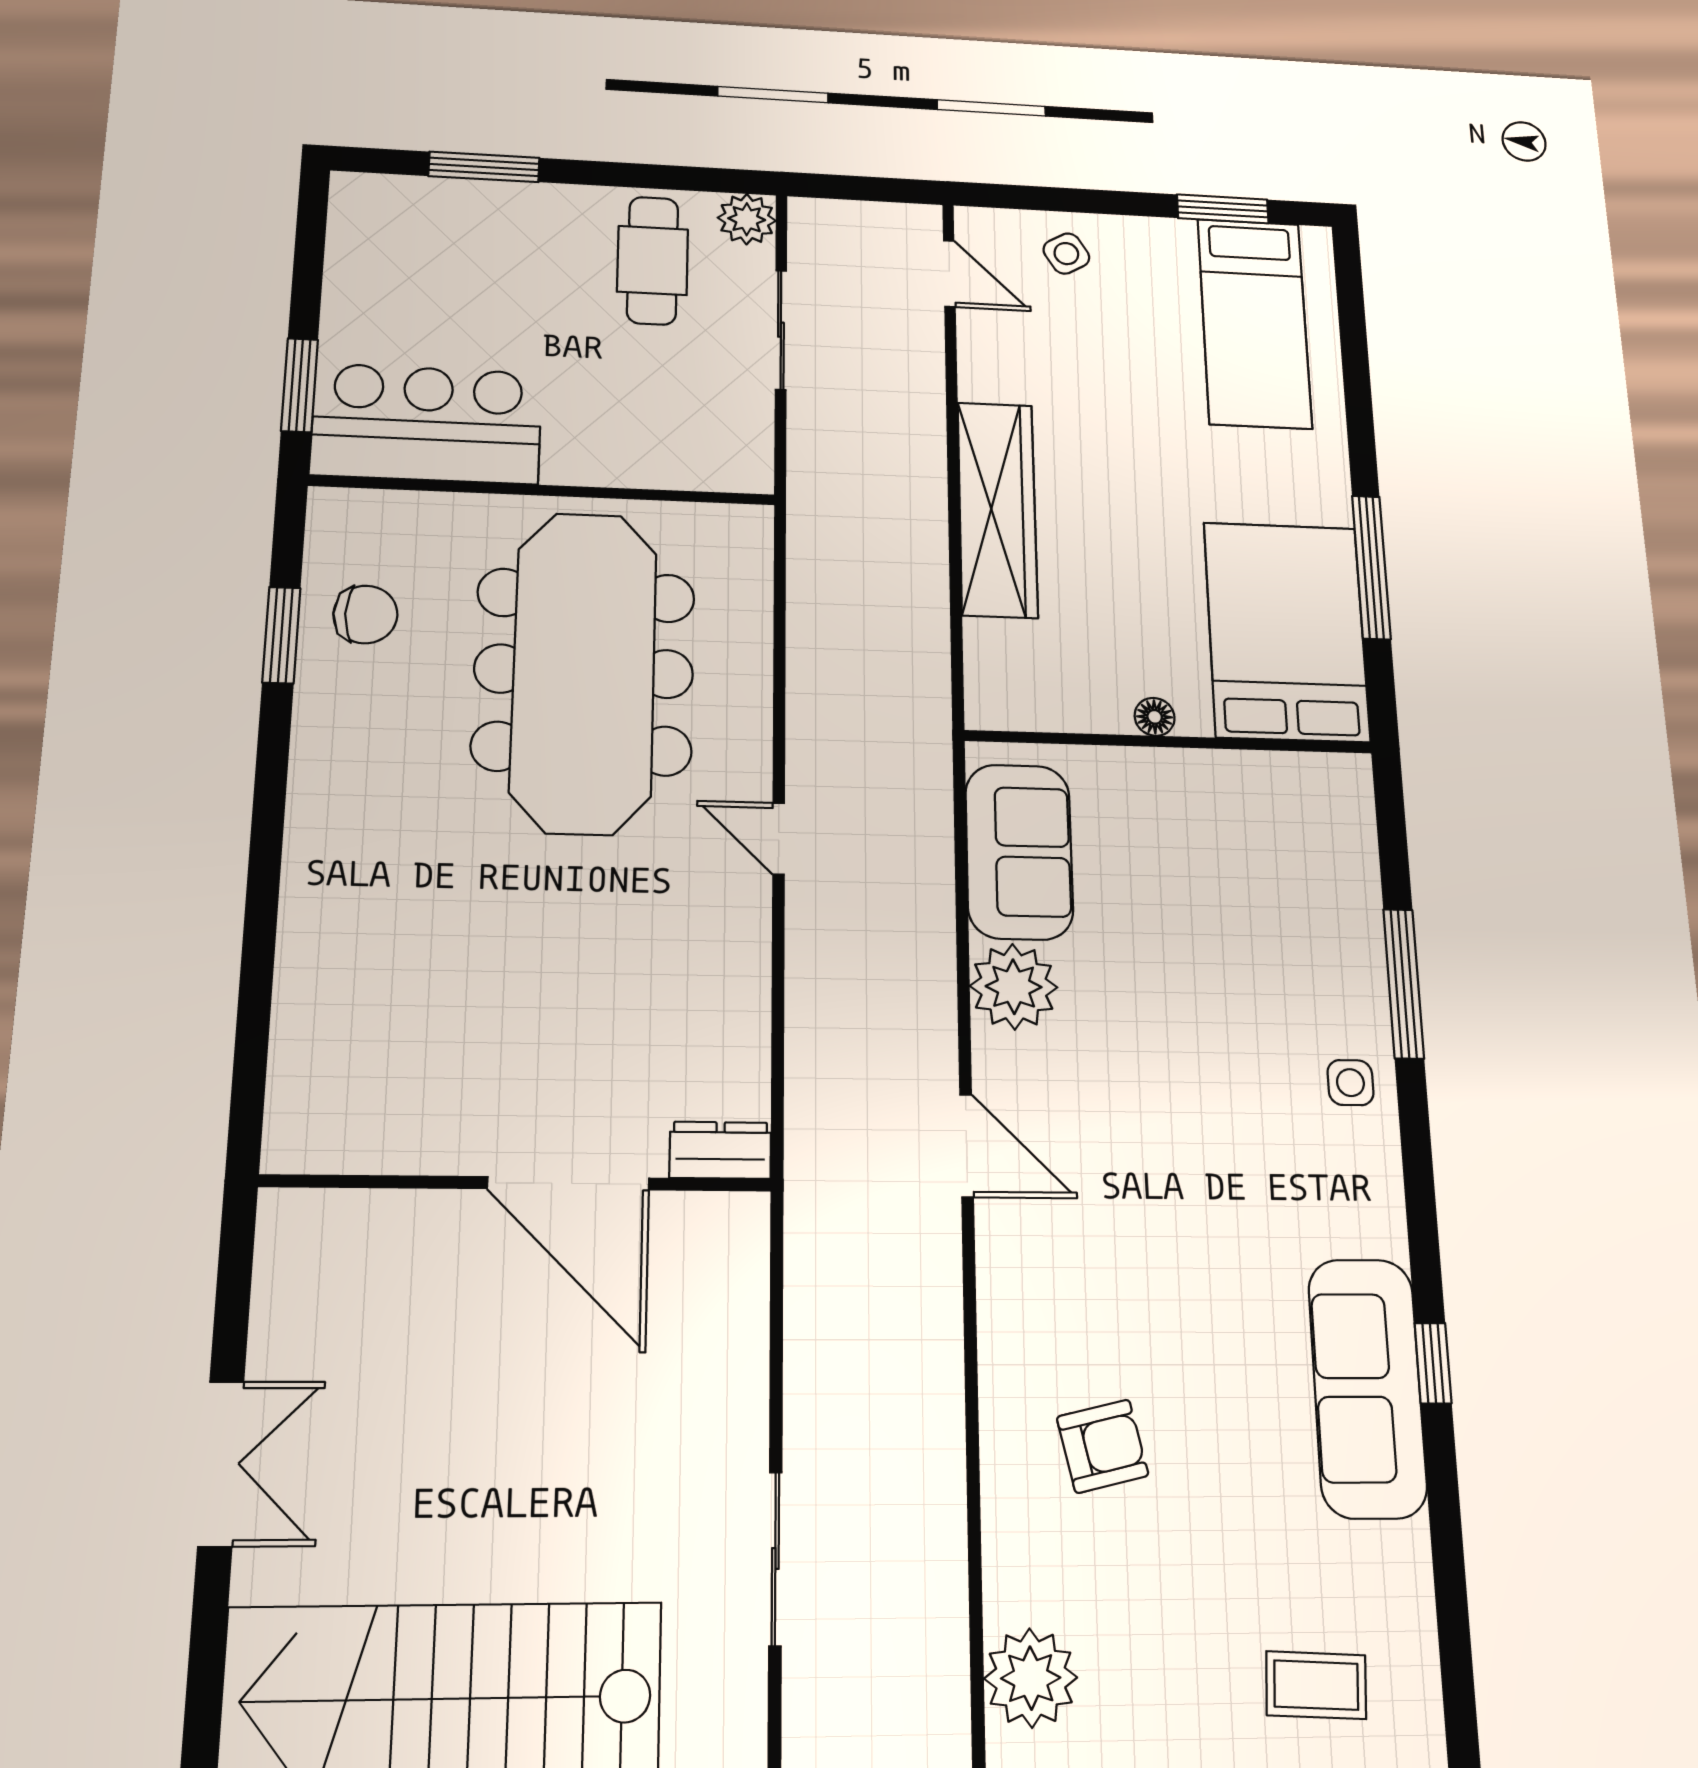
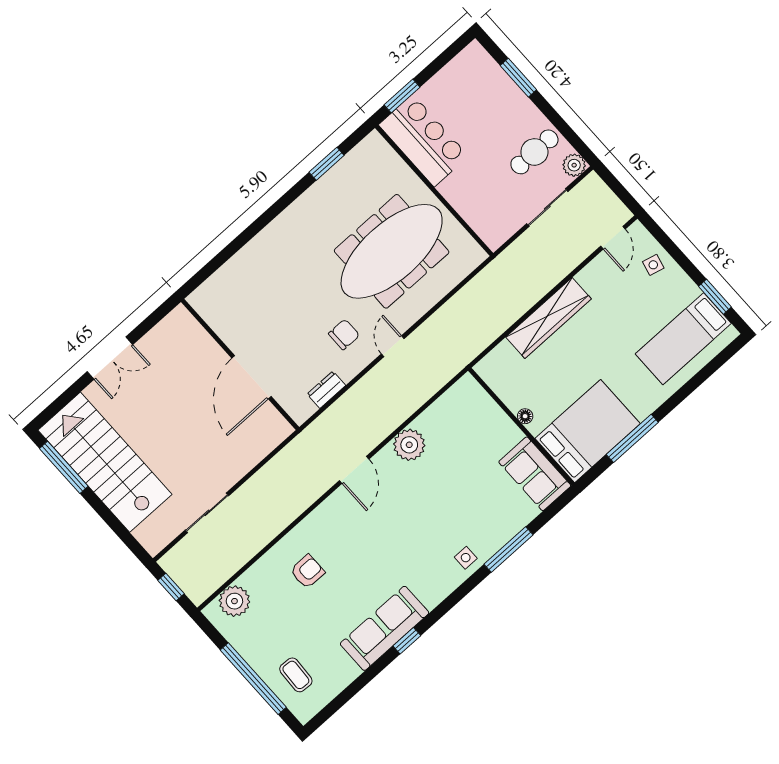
side table: (1066, 254) -> (653, 265), turned 45
chair: (365, 614) -> (344, 334), moved, turned -90
sofa: (1019, 851) -> (535, 474), moved, turned 90
dresser: (720, 1150) -> (326, 390), moved, turned -90
armchair: (1103, 1446) -> (307, 572), turned -77

